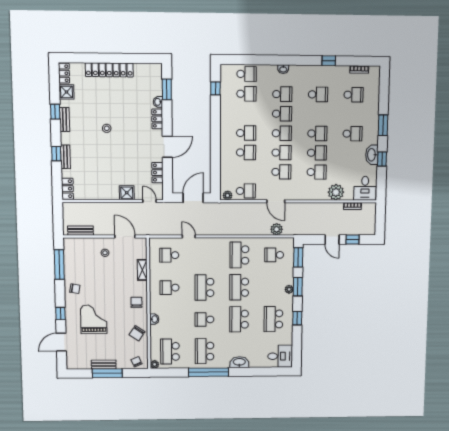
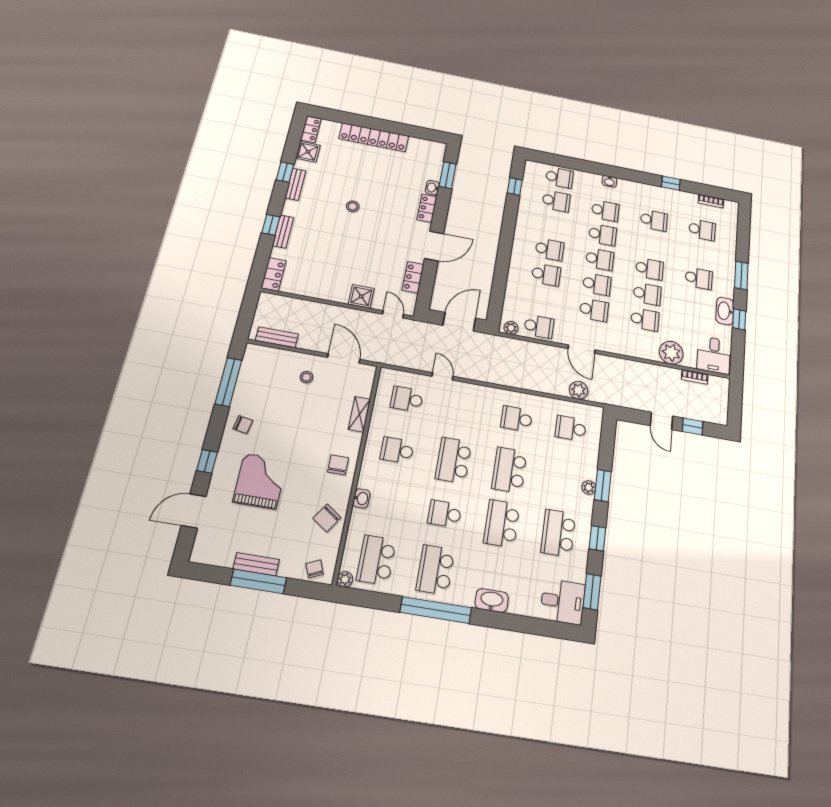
school desk: (239, 255) -> (517, 419), width x0.54
window: (298, 257) -> (592, 592), moved

